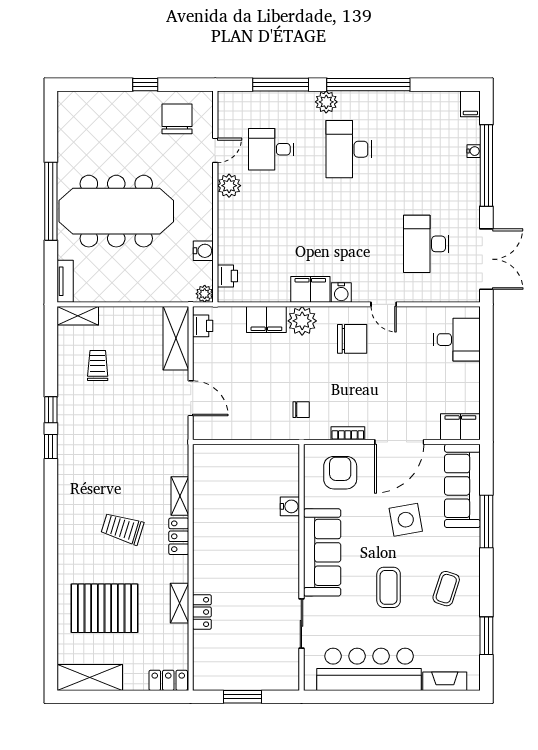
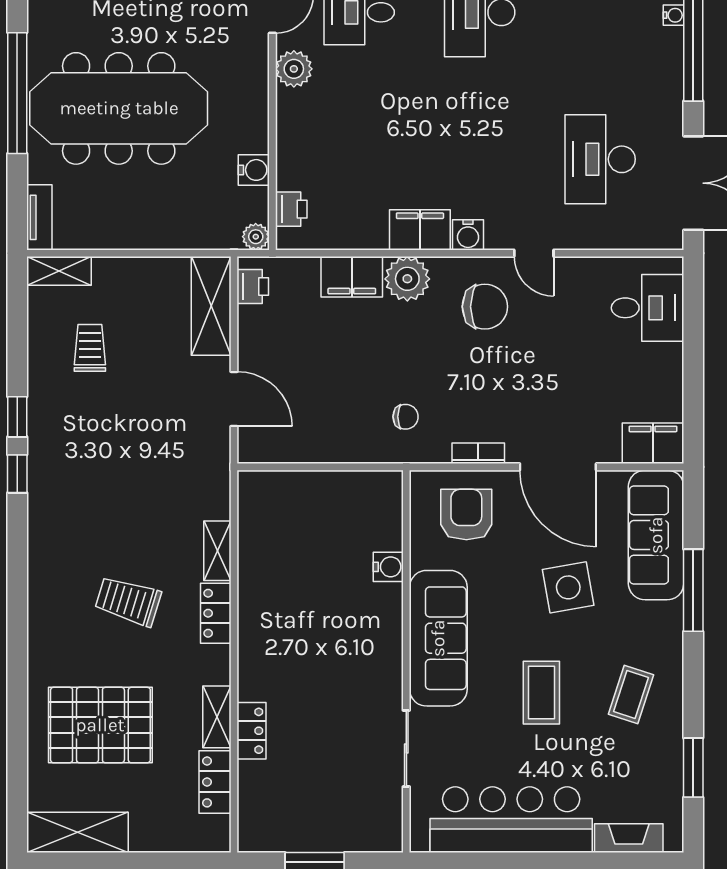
door: (399, 442) -> (558, 467), hinge flipped
locker: (168, 680) -> (215, 782), moved, turned -90

